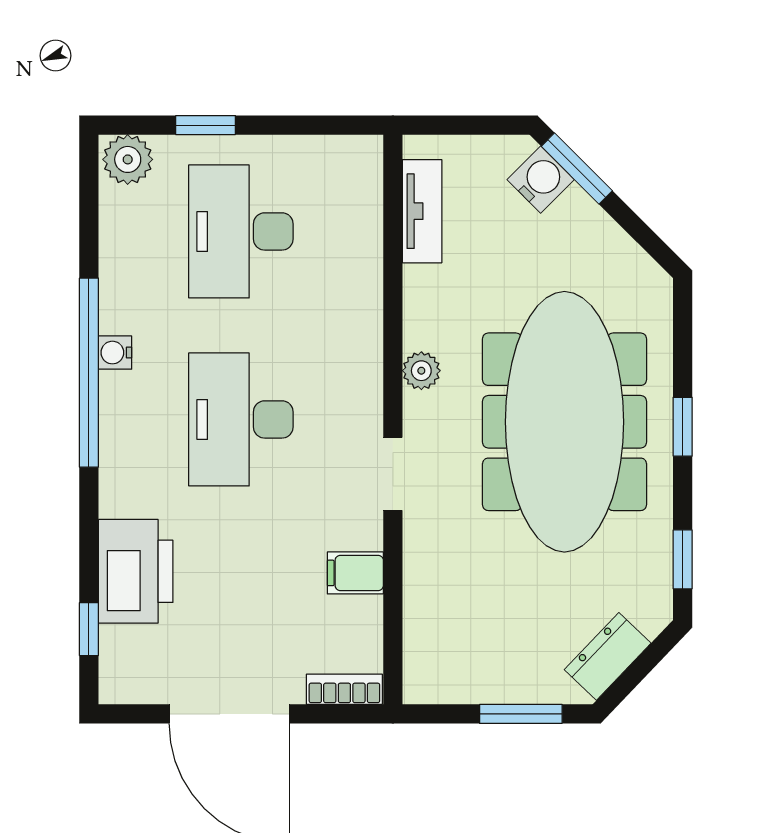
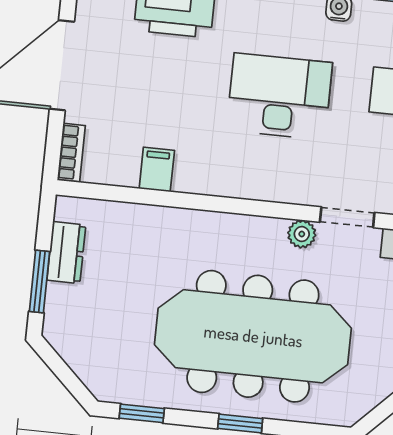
doorway: (393, 474) -> (347, 217), moved
dresser: (608, 656) -> (66, 253), moved, turned 46

